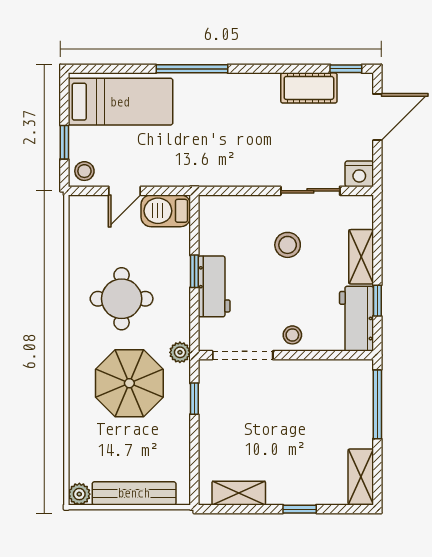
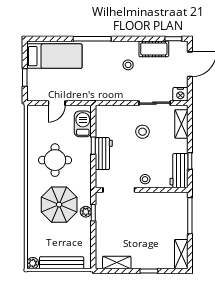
stool: (84, 171) -> (128, 65), moved
barbecue: (166, 211) -> (83, 124), moved, turned 90
shelving: (361, 257) -> (181, 124), moved
plant: (180, 352) -> (86, 212), moved

